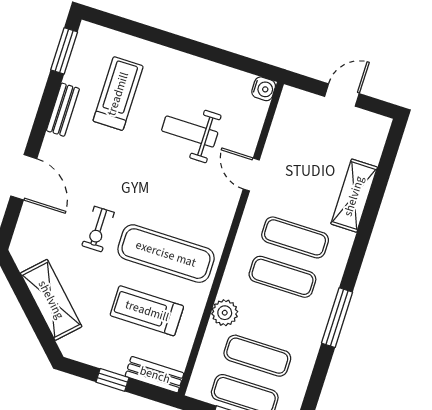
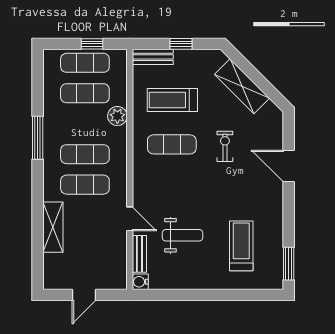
treadmill: (118, 94) -> (241, 246), turned 180
bench: (63, 110) -> (139, 254), moved
exercise mat: (166, 254) -> (172, 144), width x0.73, depth x0.69
treadmill: (147, 311) -> (172, 100), turned 180

